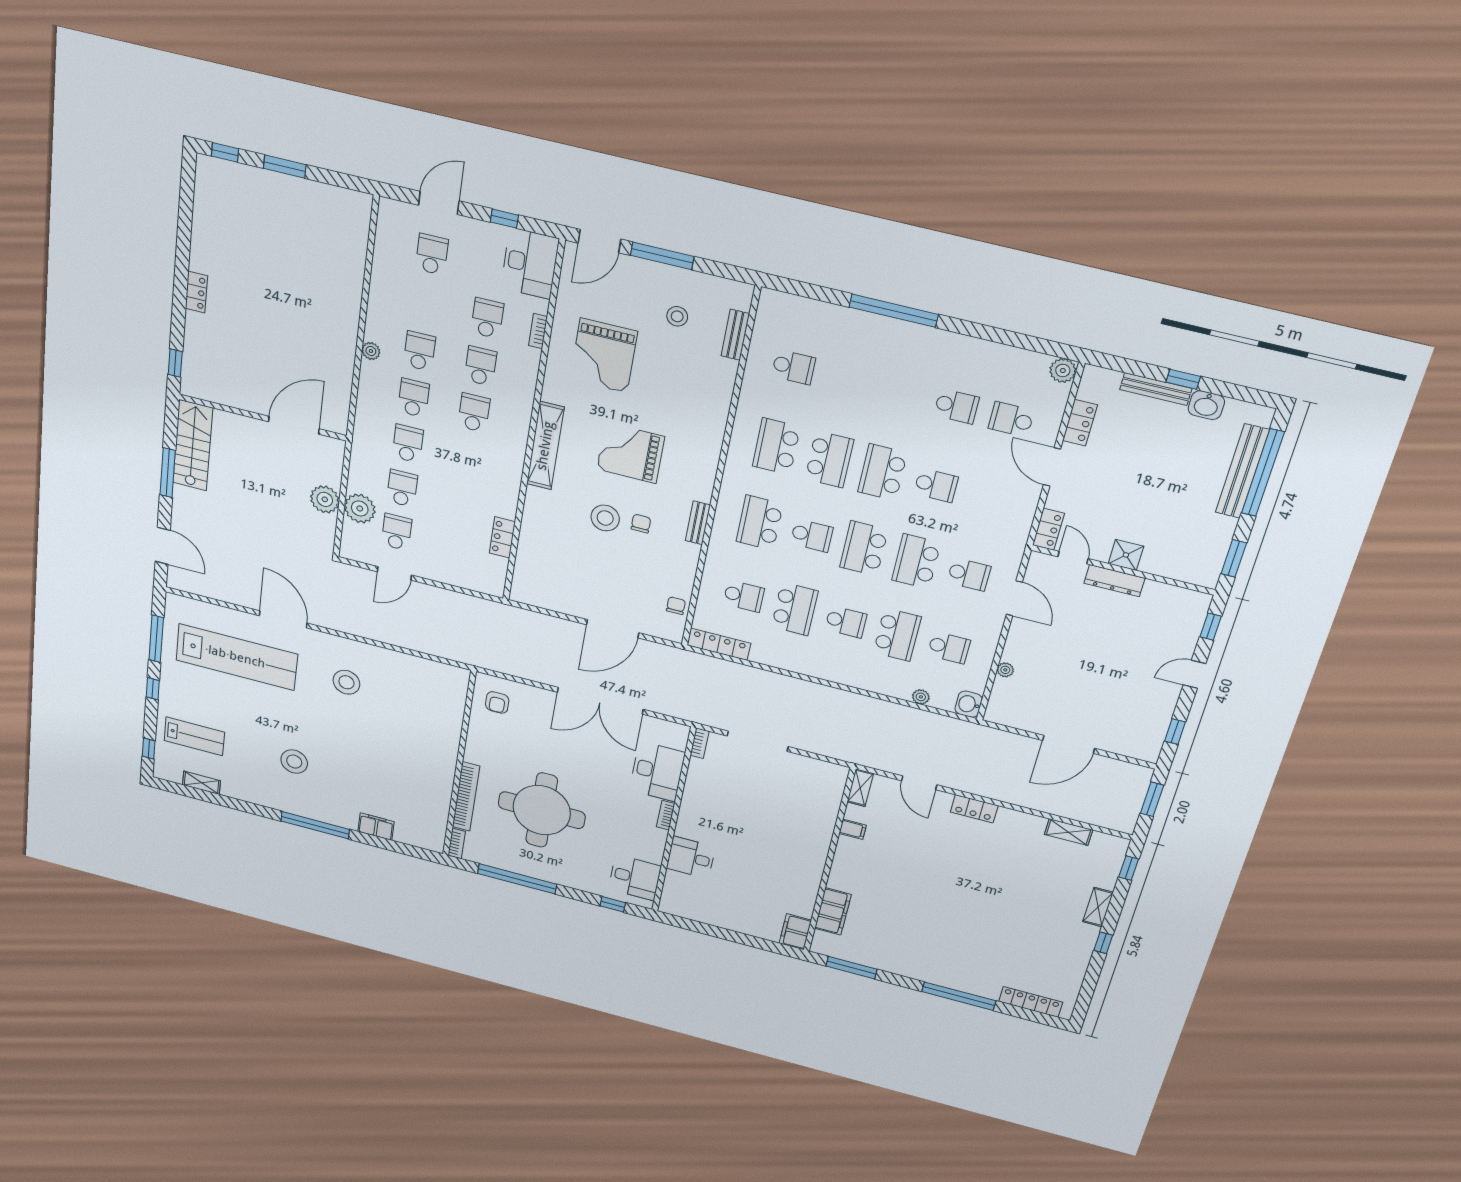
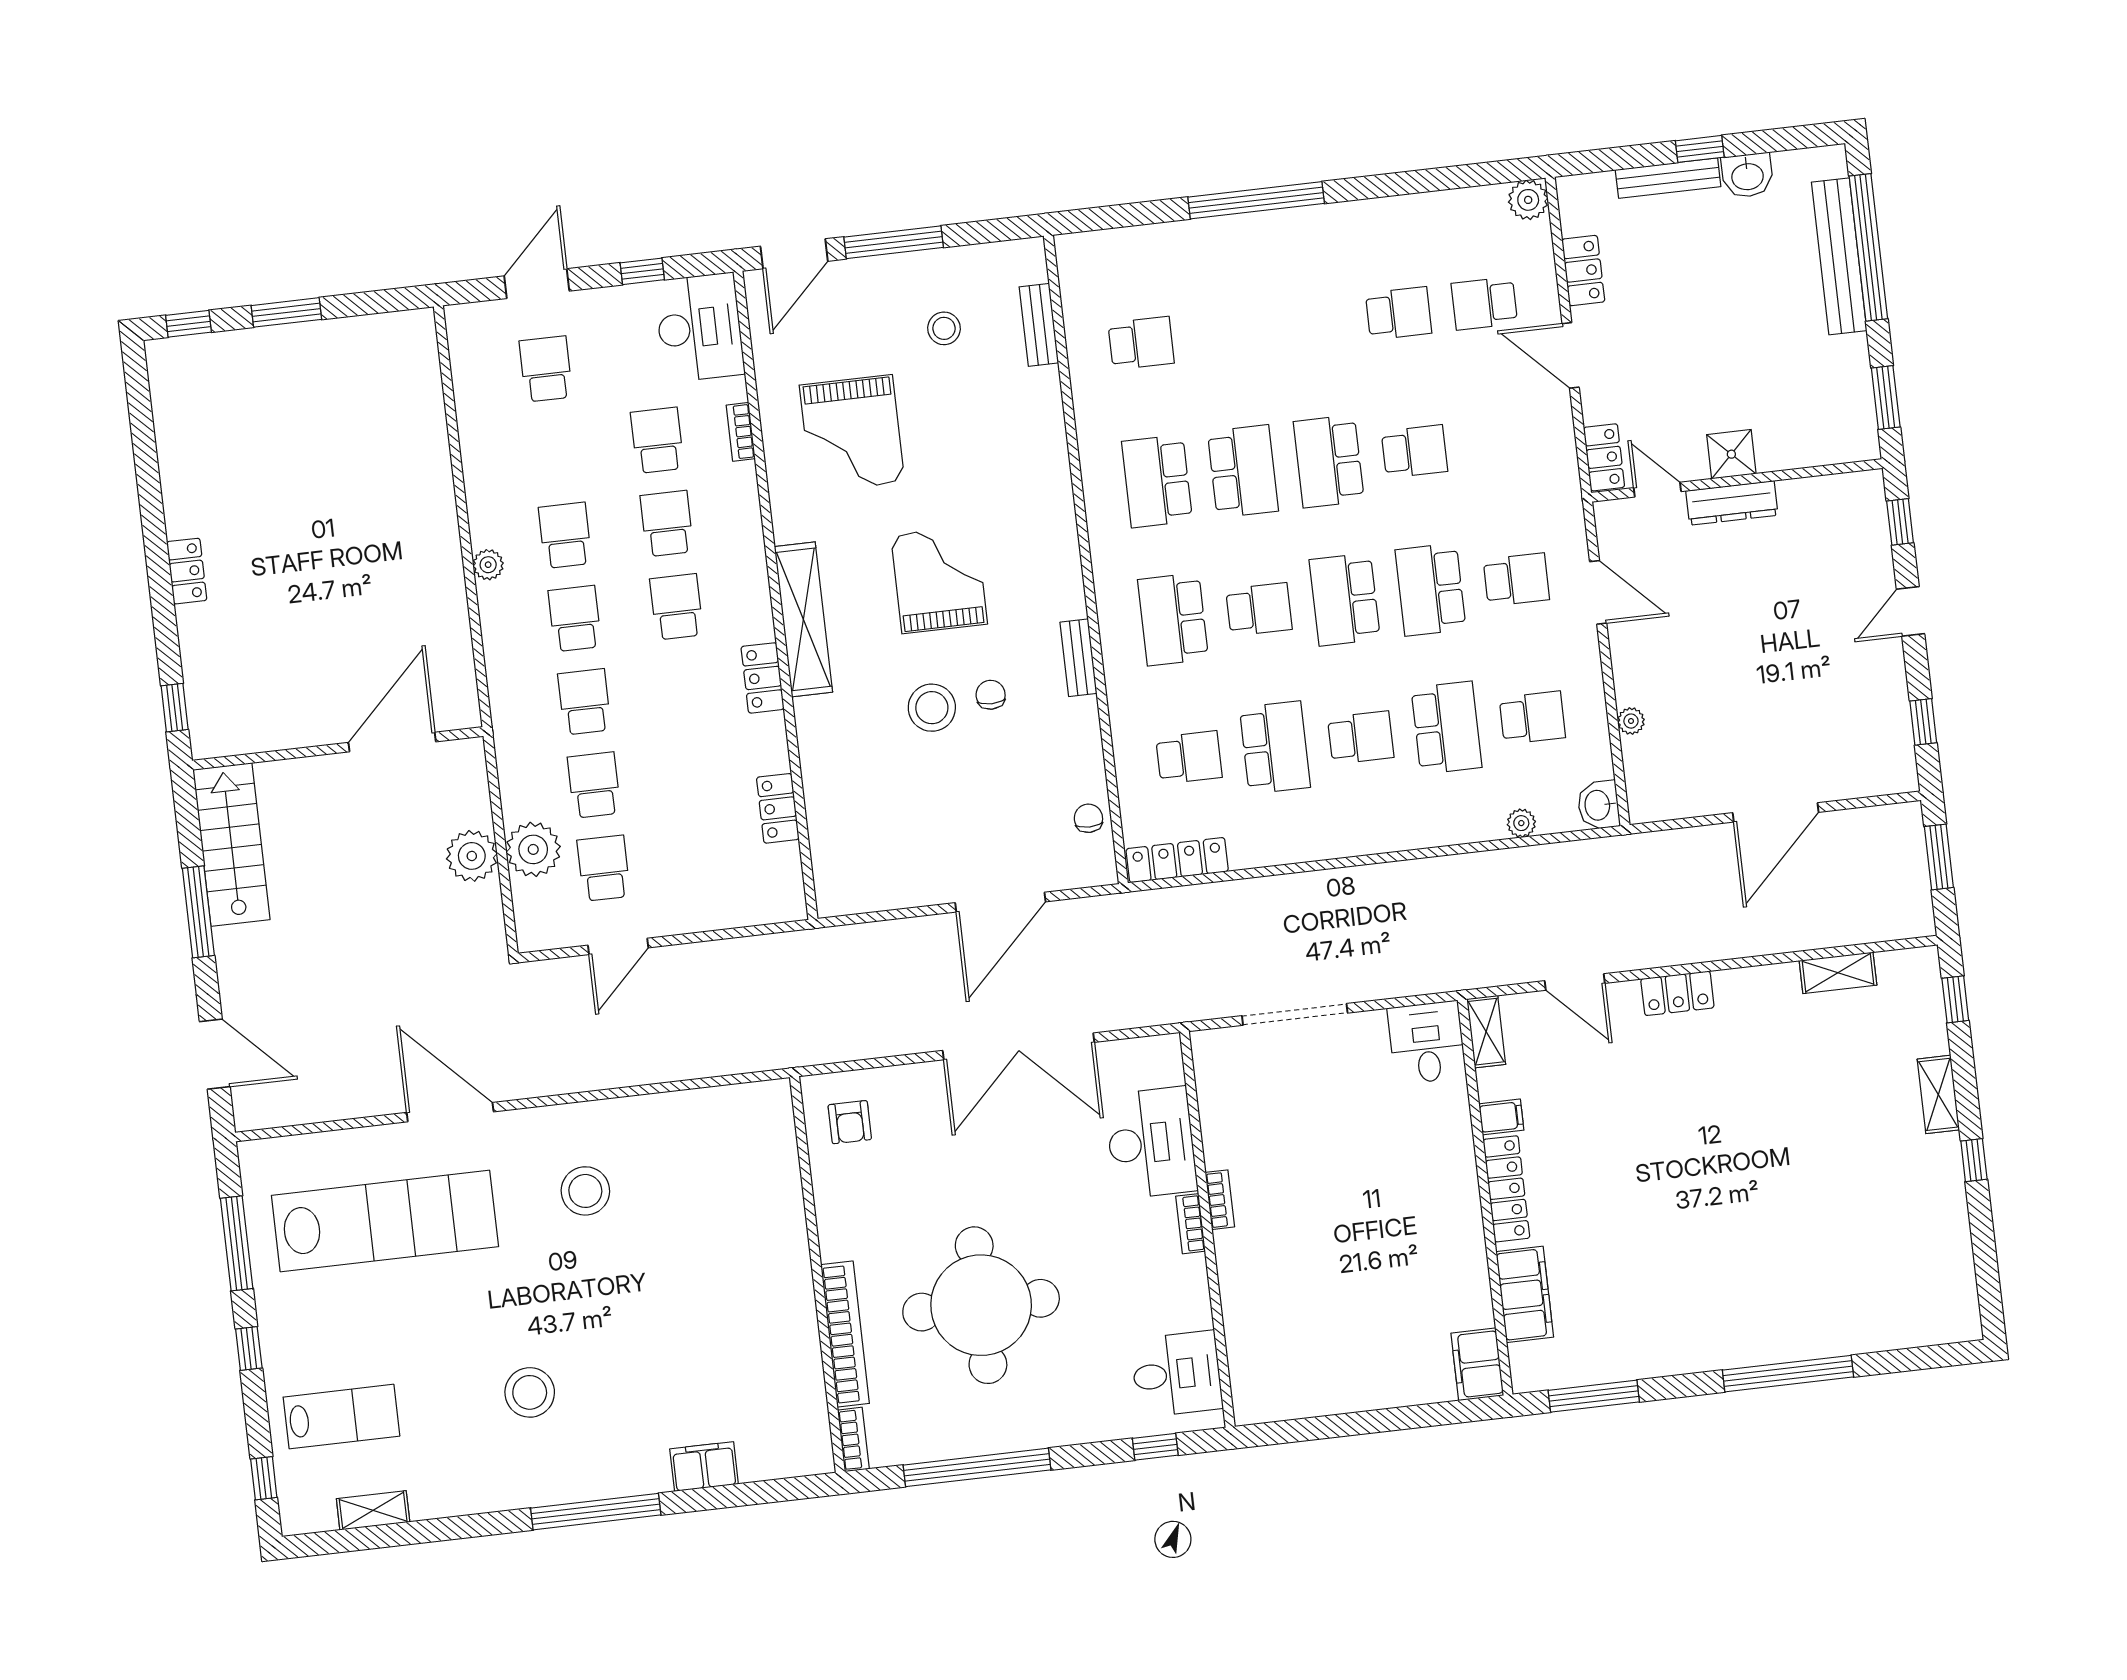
grand piano: (630, 453) -> (939, 580), turned 90
locker: (513, 468) -> (763, 678), added
bookcase: (700, 743) -> (1220, 1200), moved
desk: (691, 858) -> (1427, 1043), moved, turned 90
locker: (1031, 1002) -> (1506, 1189), moved, turned 90

